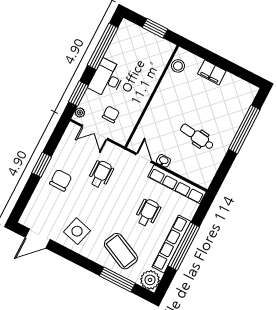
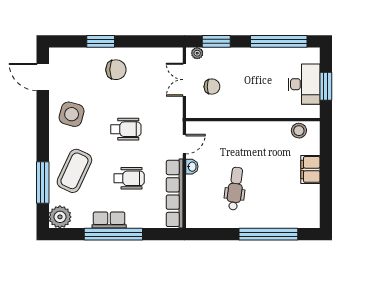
desk: (107, 79) -> (304, 84), moved, turned 90
window: (42, 165) -> (101, 41), moved
wheelchair: (101, 174) -> (126, 129), moved
row of seats: (171, 244) -> (109, 220), width x0.50

